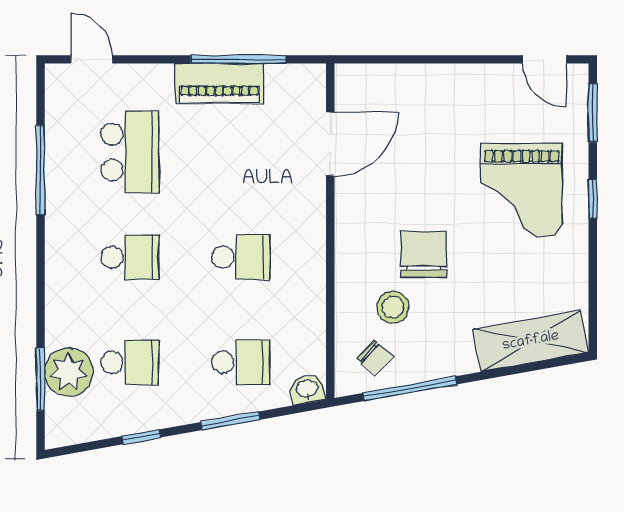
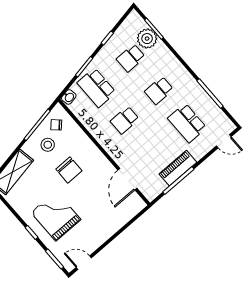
stool: (393, 307) -> (48, 145), moved
school desk: (241, 362) -> (97, 88), width x1.85

